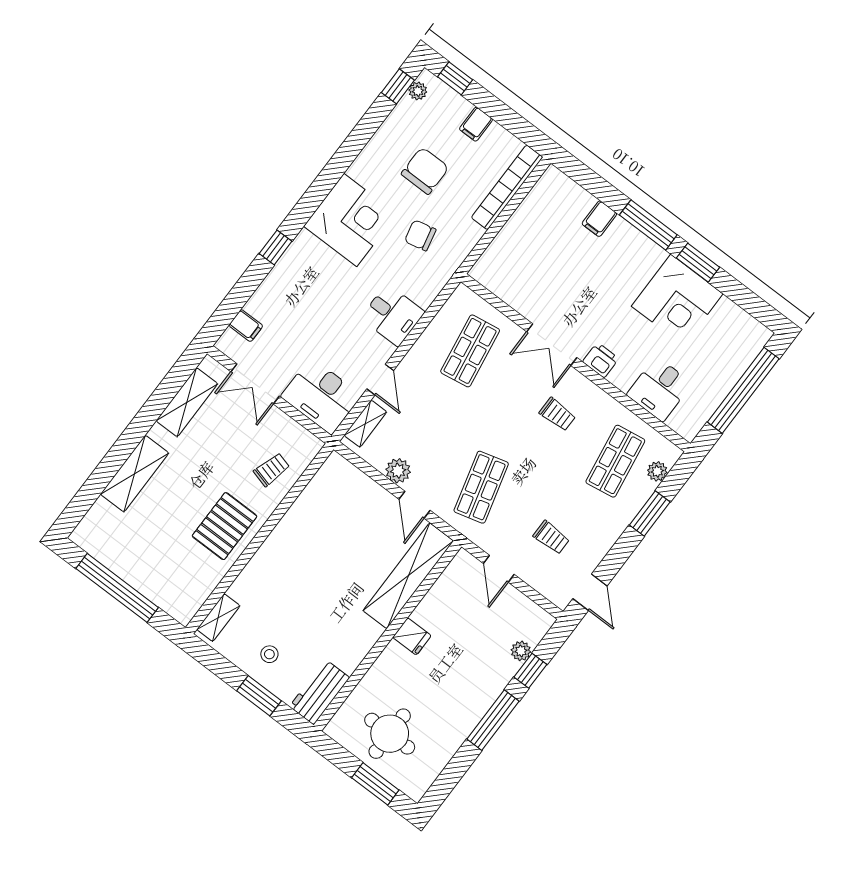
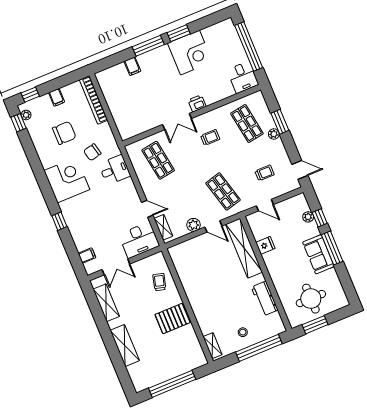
chair: (425, 171) -> (64, 133), turned 90
desk: (393, 315) -> (115, 170), moved
desk: (659, 389) -> (243, 77), moved
plant: (657, 471) -> (274, 134), moved
pallet: (225, 526) -> (173, 319), turned 90
fridge: (412, 636) -> (265, 245), moved
workbench: (320, 692) -> (265, 299), moved
window: (259, 696) -> (259, 348), width x2.11
sofa: (469, 704) -> (318, 254), added
window: (375, 784) -> (315, 325), moved

